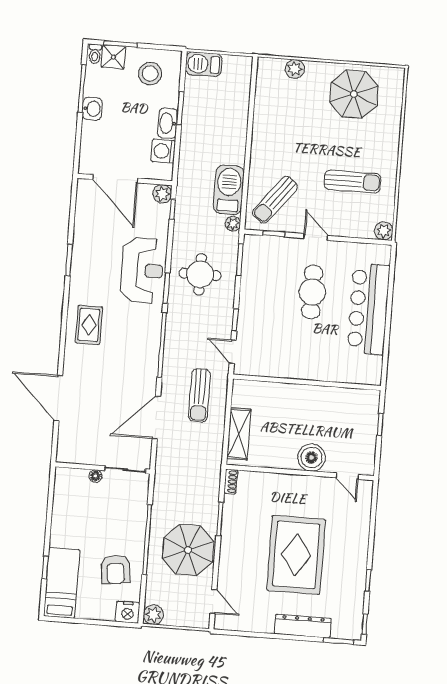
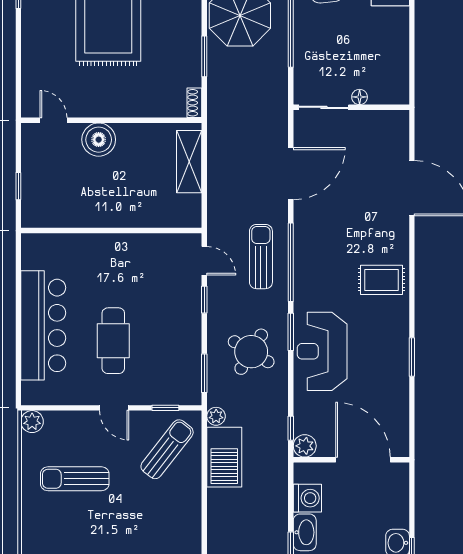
round table: (200, 274) -> (251, 352), turned 31
rug: (89, 325) -> (381, 280), turned 90
sun lounger: (199, 395) -> (261, 257), moved

